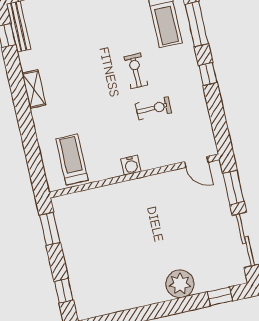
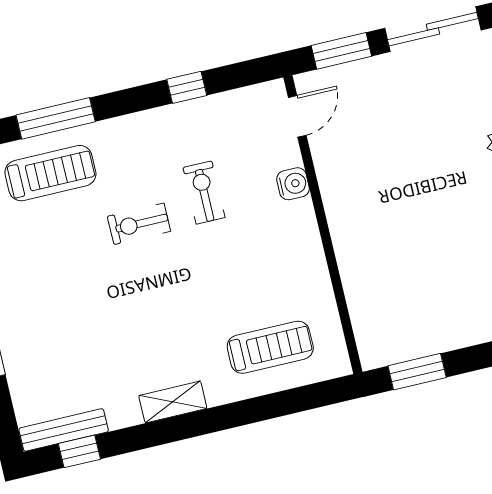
window: (208, 74) -> (187, 87), moved
treadmill: (72, 160) -> (270, 347), moved, turned 180
water cooler: (131, 165) -> (293, 184), moved

